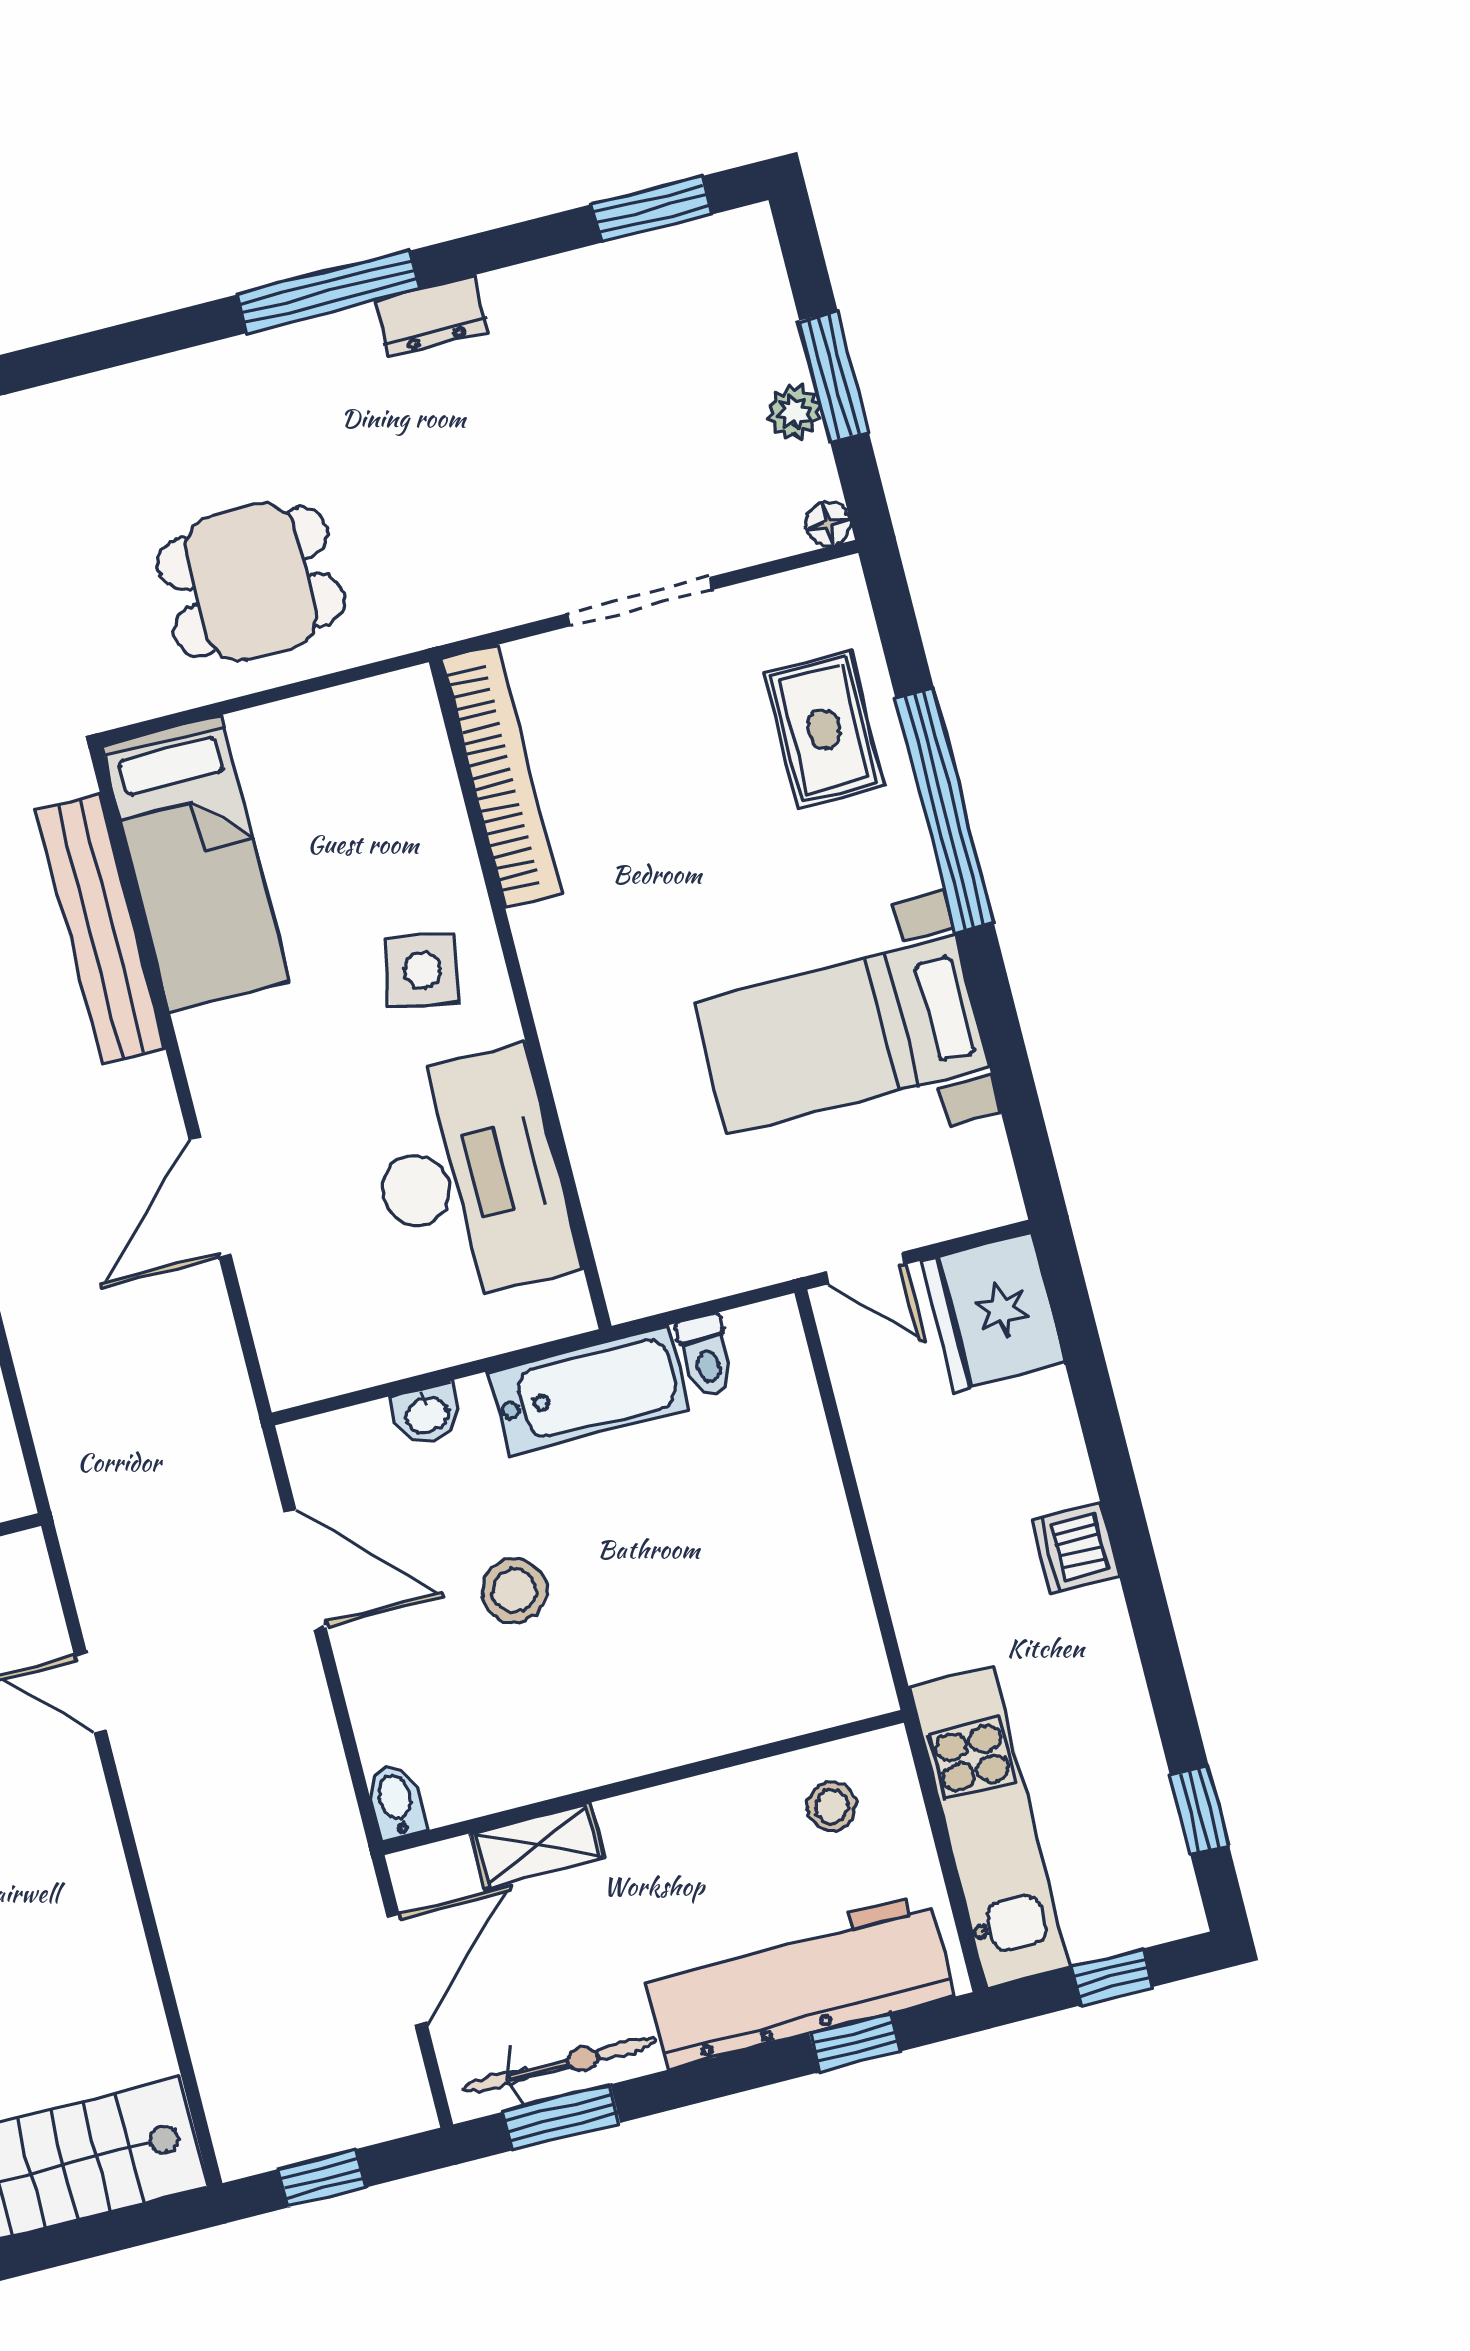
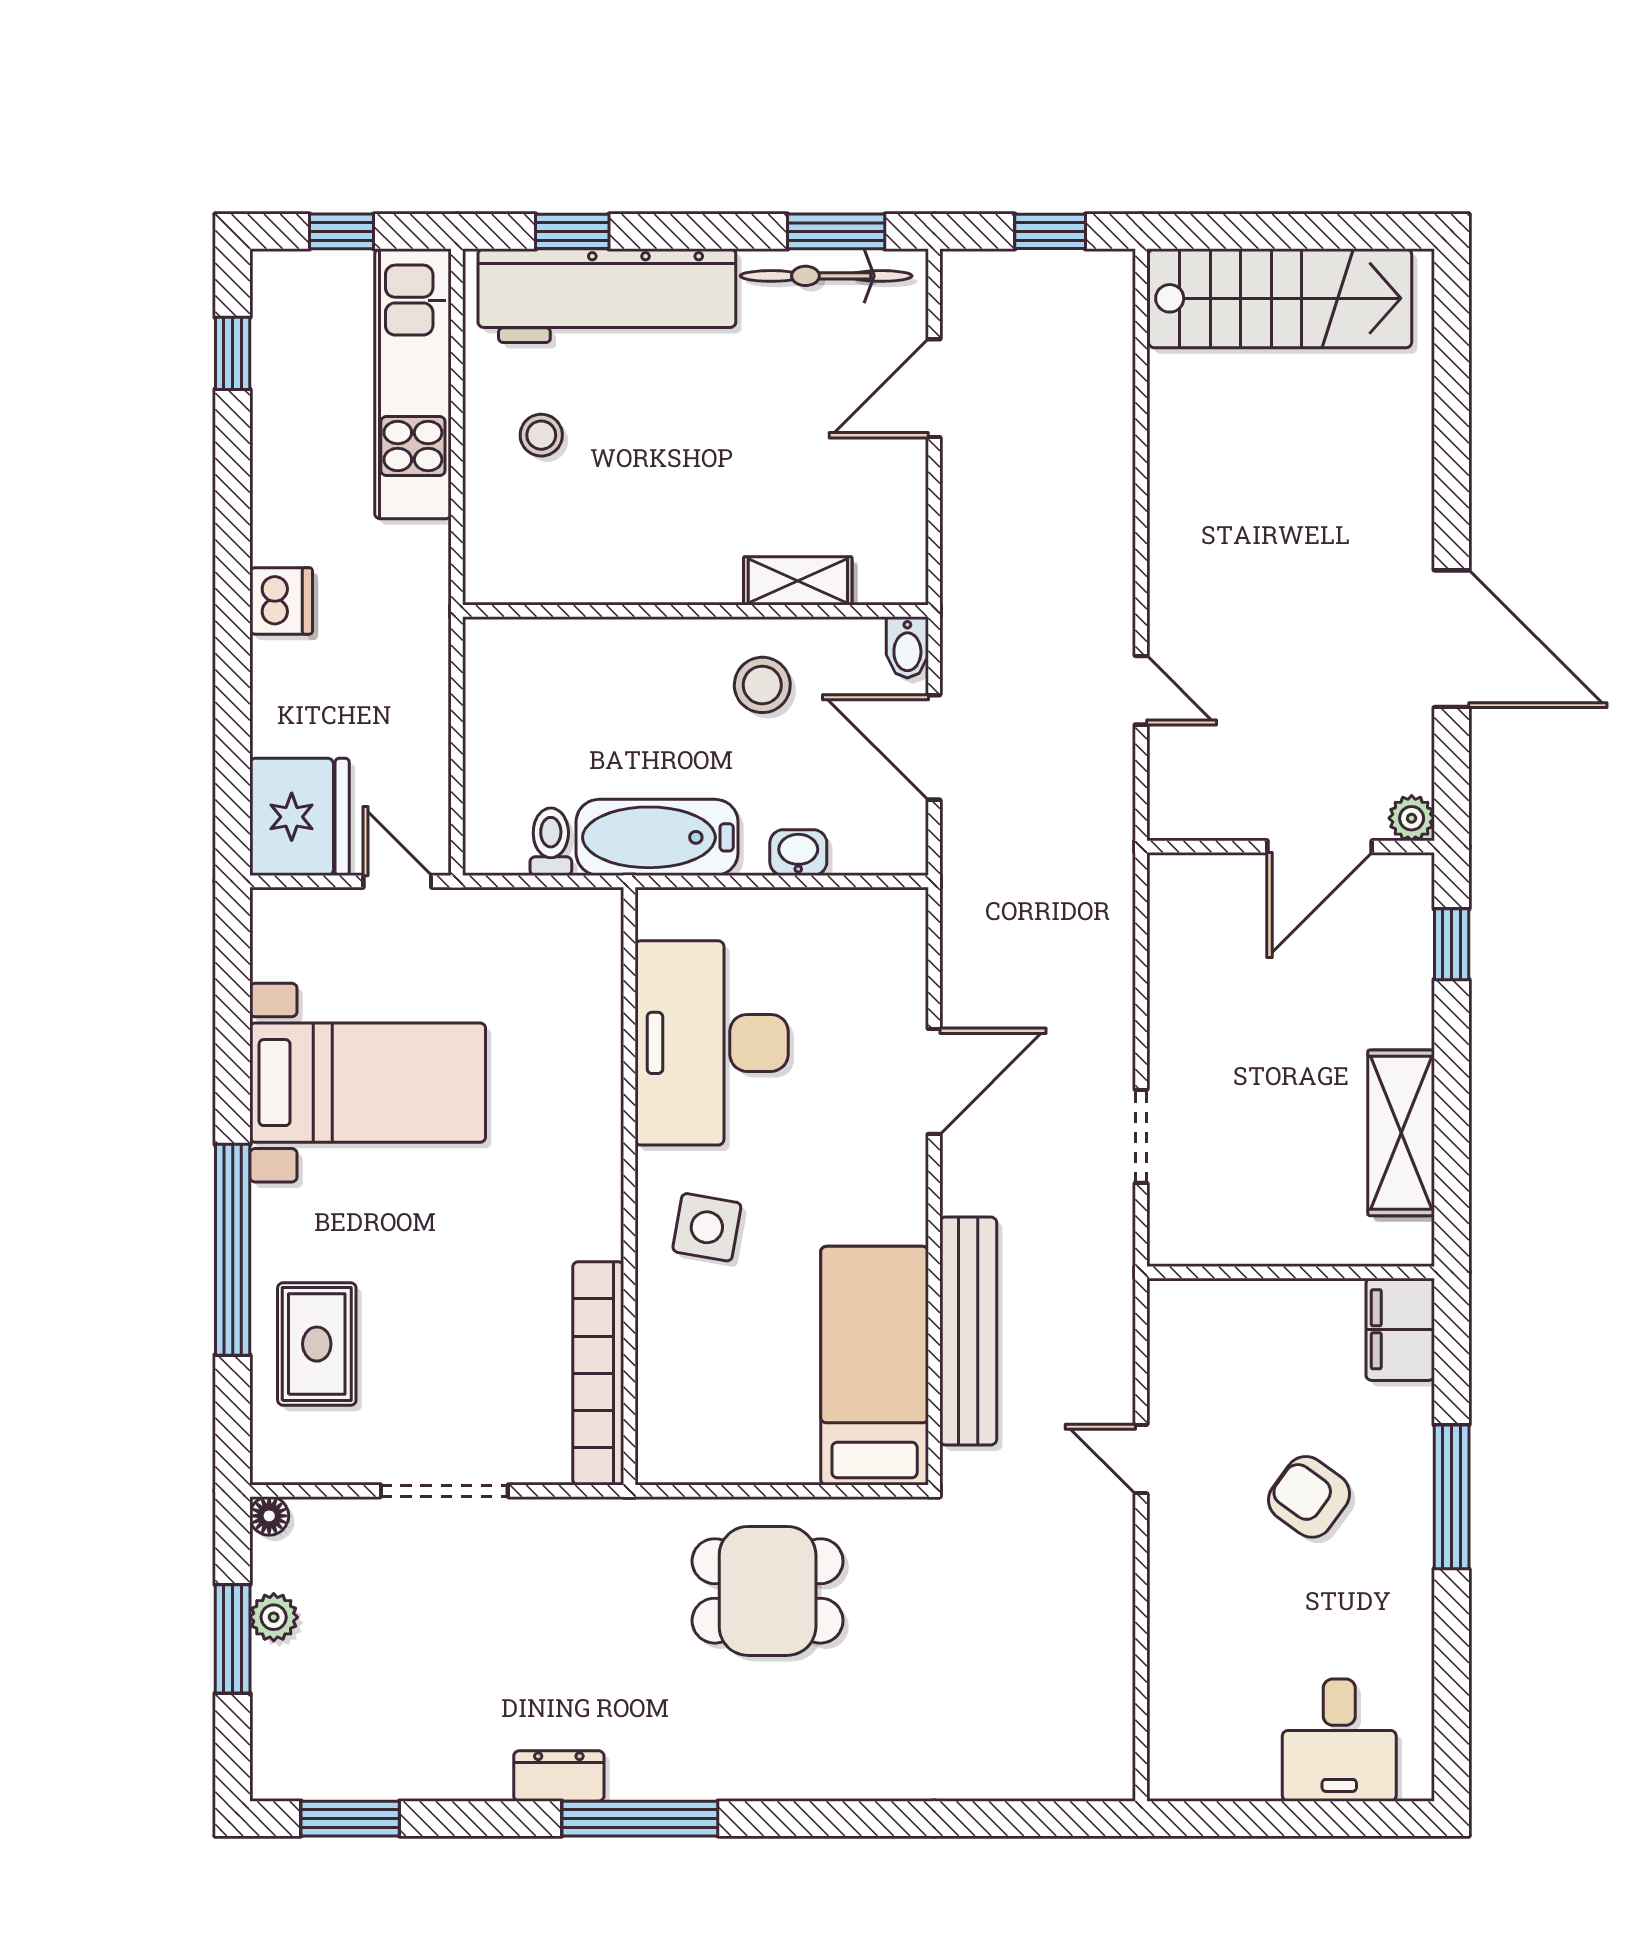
wall: (643, 1782) -> (695, 611), moved
bidet: (396, 1802) -> (907, 647), moved
shelving: (537, 1845) -> (798, 581), moved

